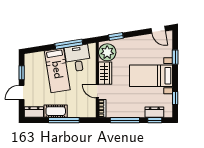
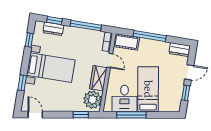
cot: (56, 111) -> (126, 42), moved

